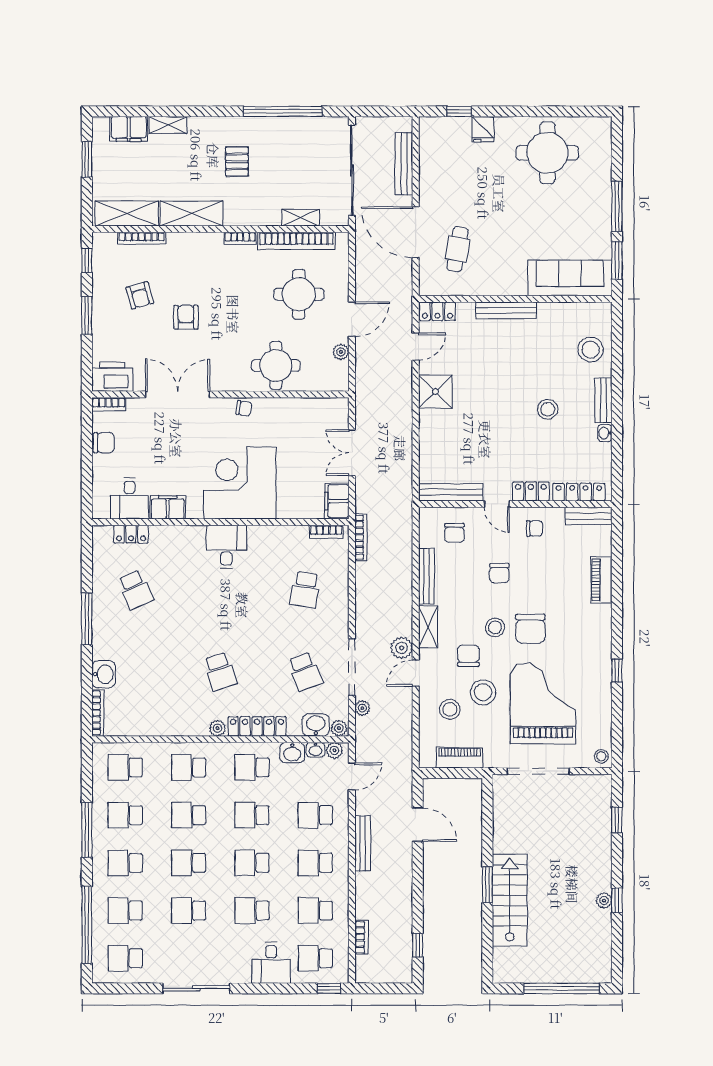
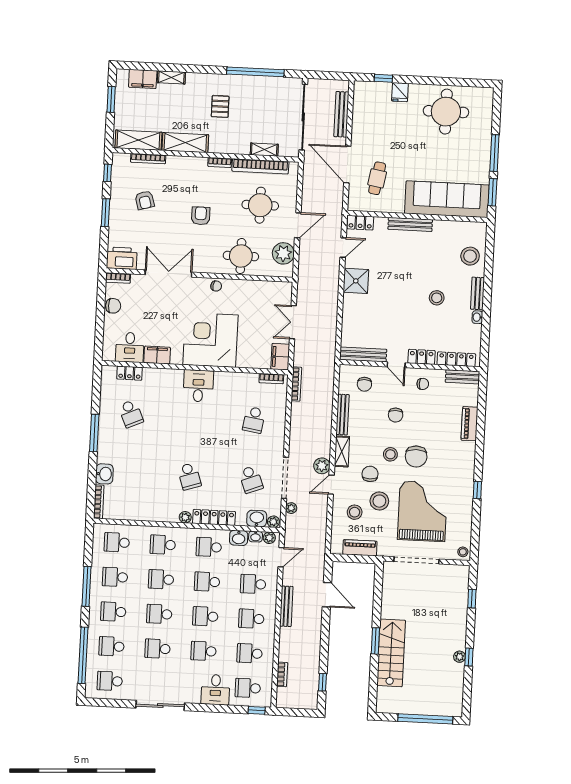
sofa: (570, 278) -> (447, 199), width x1.36, depth x1.27
armchair: (186, 317) -> (201, 216), moved
plant: (341, 352) -> (283, 253), width x1.87, depth x1.87

